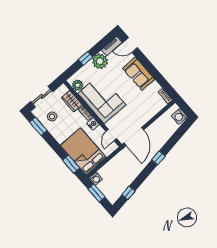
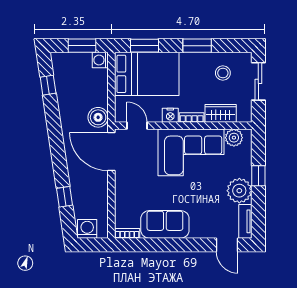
door: (130, 45) -> (227, 245), swing flipped
sofa: (139, 74) -> (165, 224), moved
window: (38, 126) -> (197, 46), moved
boiler: (123, 157) -> (98, 117), added
window: (158, 158) -> (65, 197), moved

